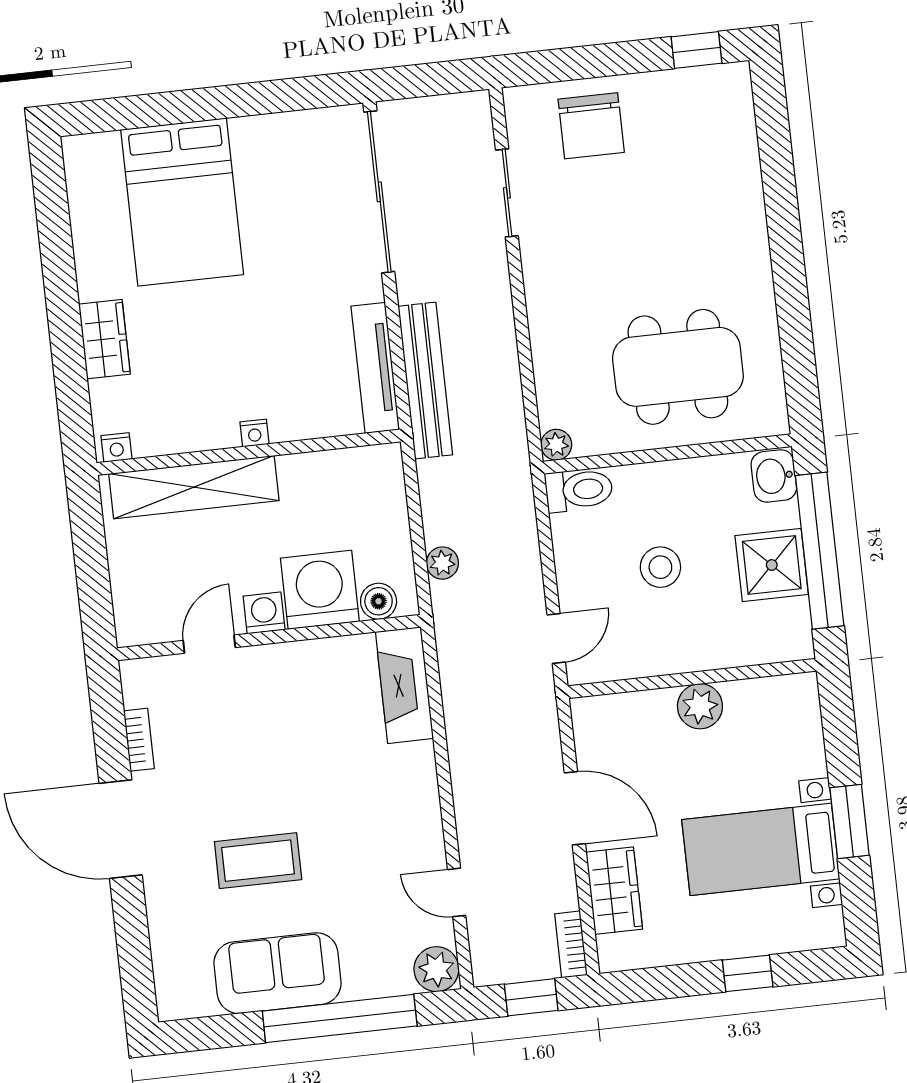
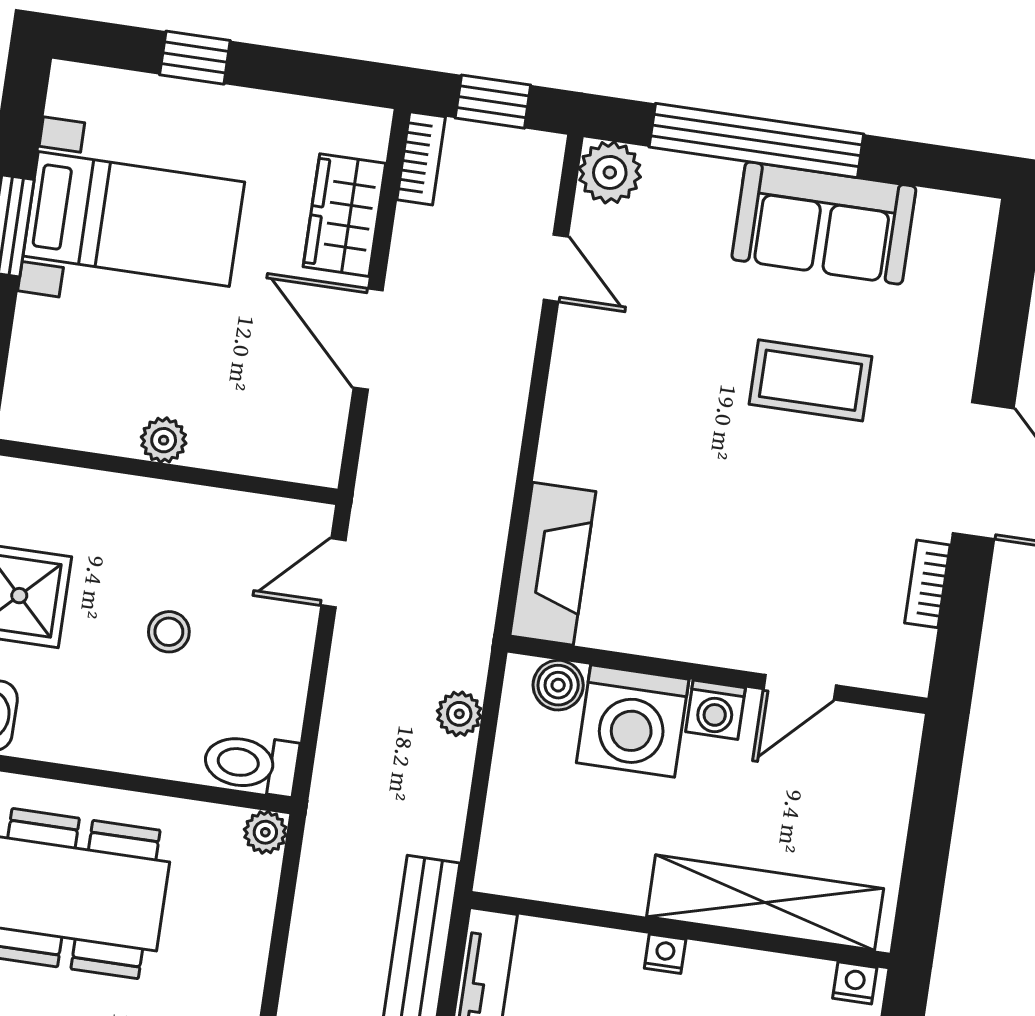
stool: (660, 567) -> (169, 632), width x0.73, depth x0.73
plant: (700, 706) -> (164, 440), width x0.73, depth x0.73

